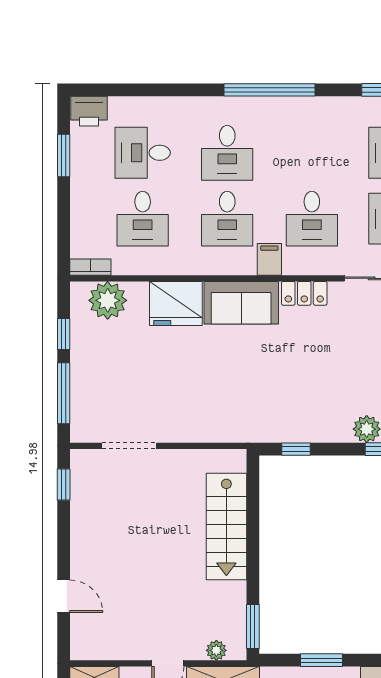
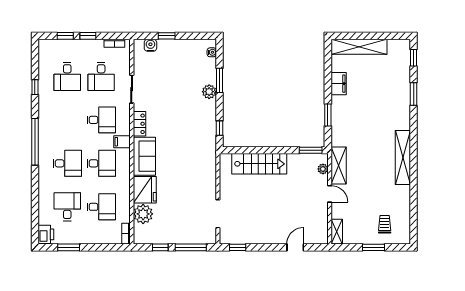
desk: (143, 153) -> (67, 207), turned 180
plant: (108, 300) -> (143, 214), moved

